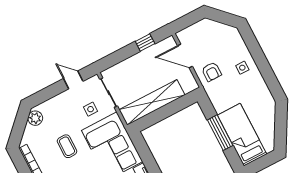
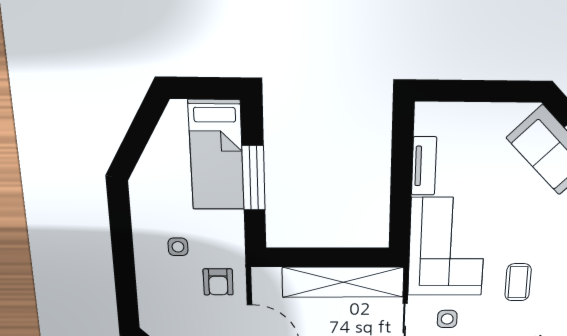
side table: (242, 68) -> (178, 247), moved
armchair: (211, 72) -> (218, 282), turned 180

